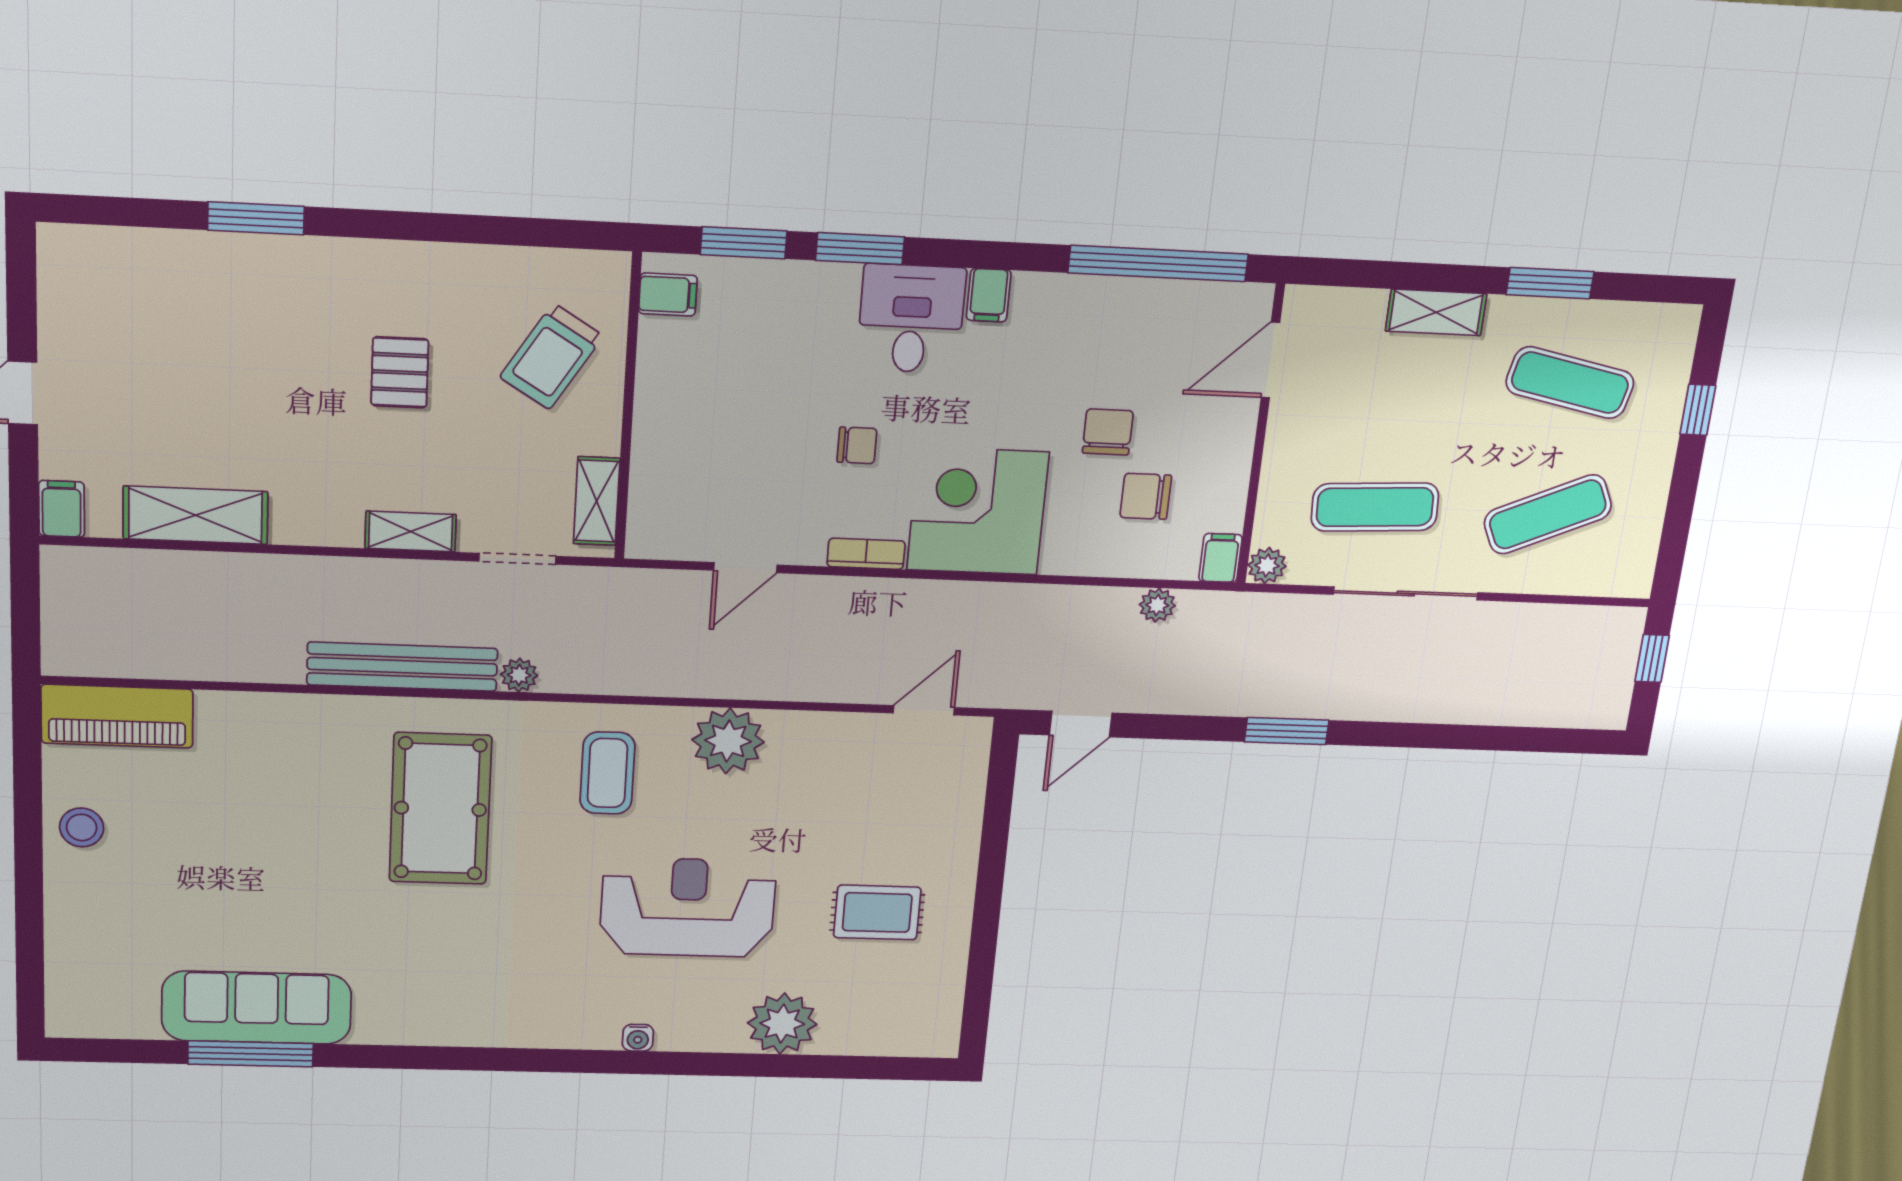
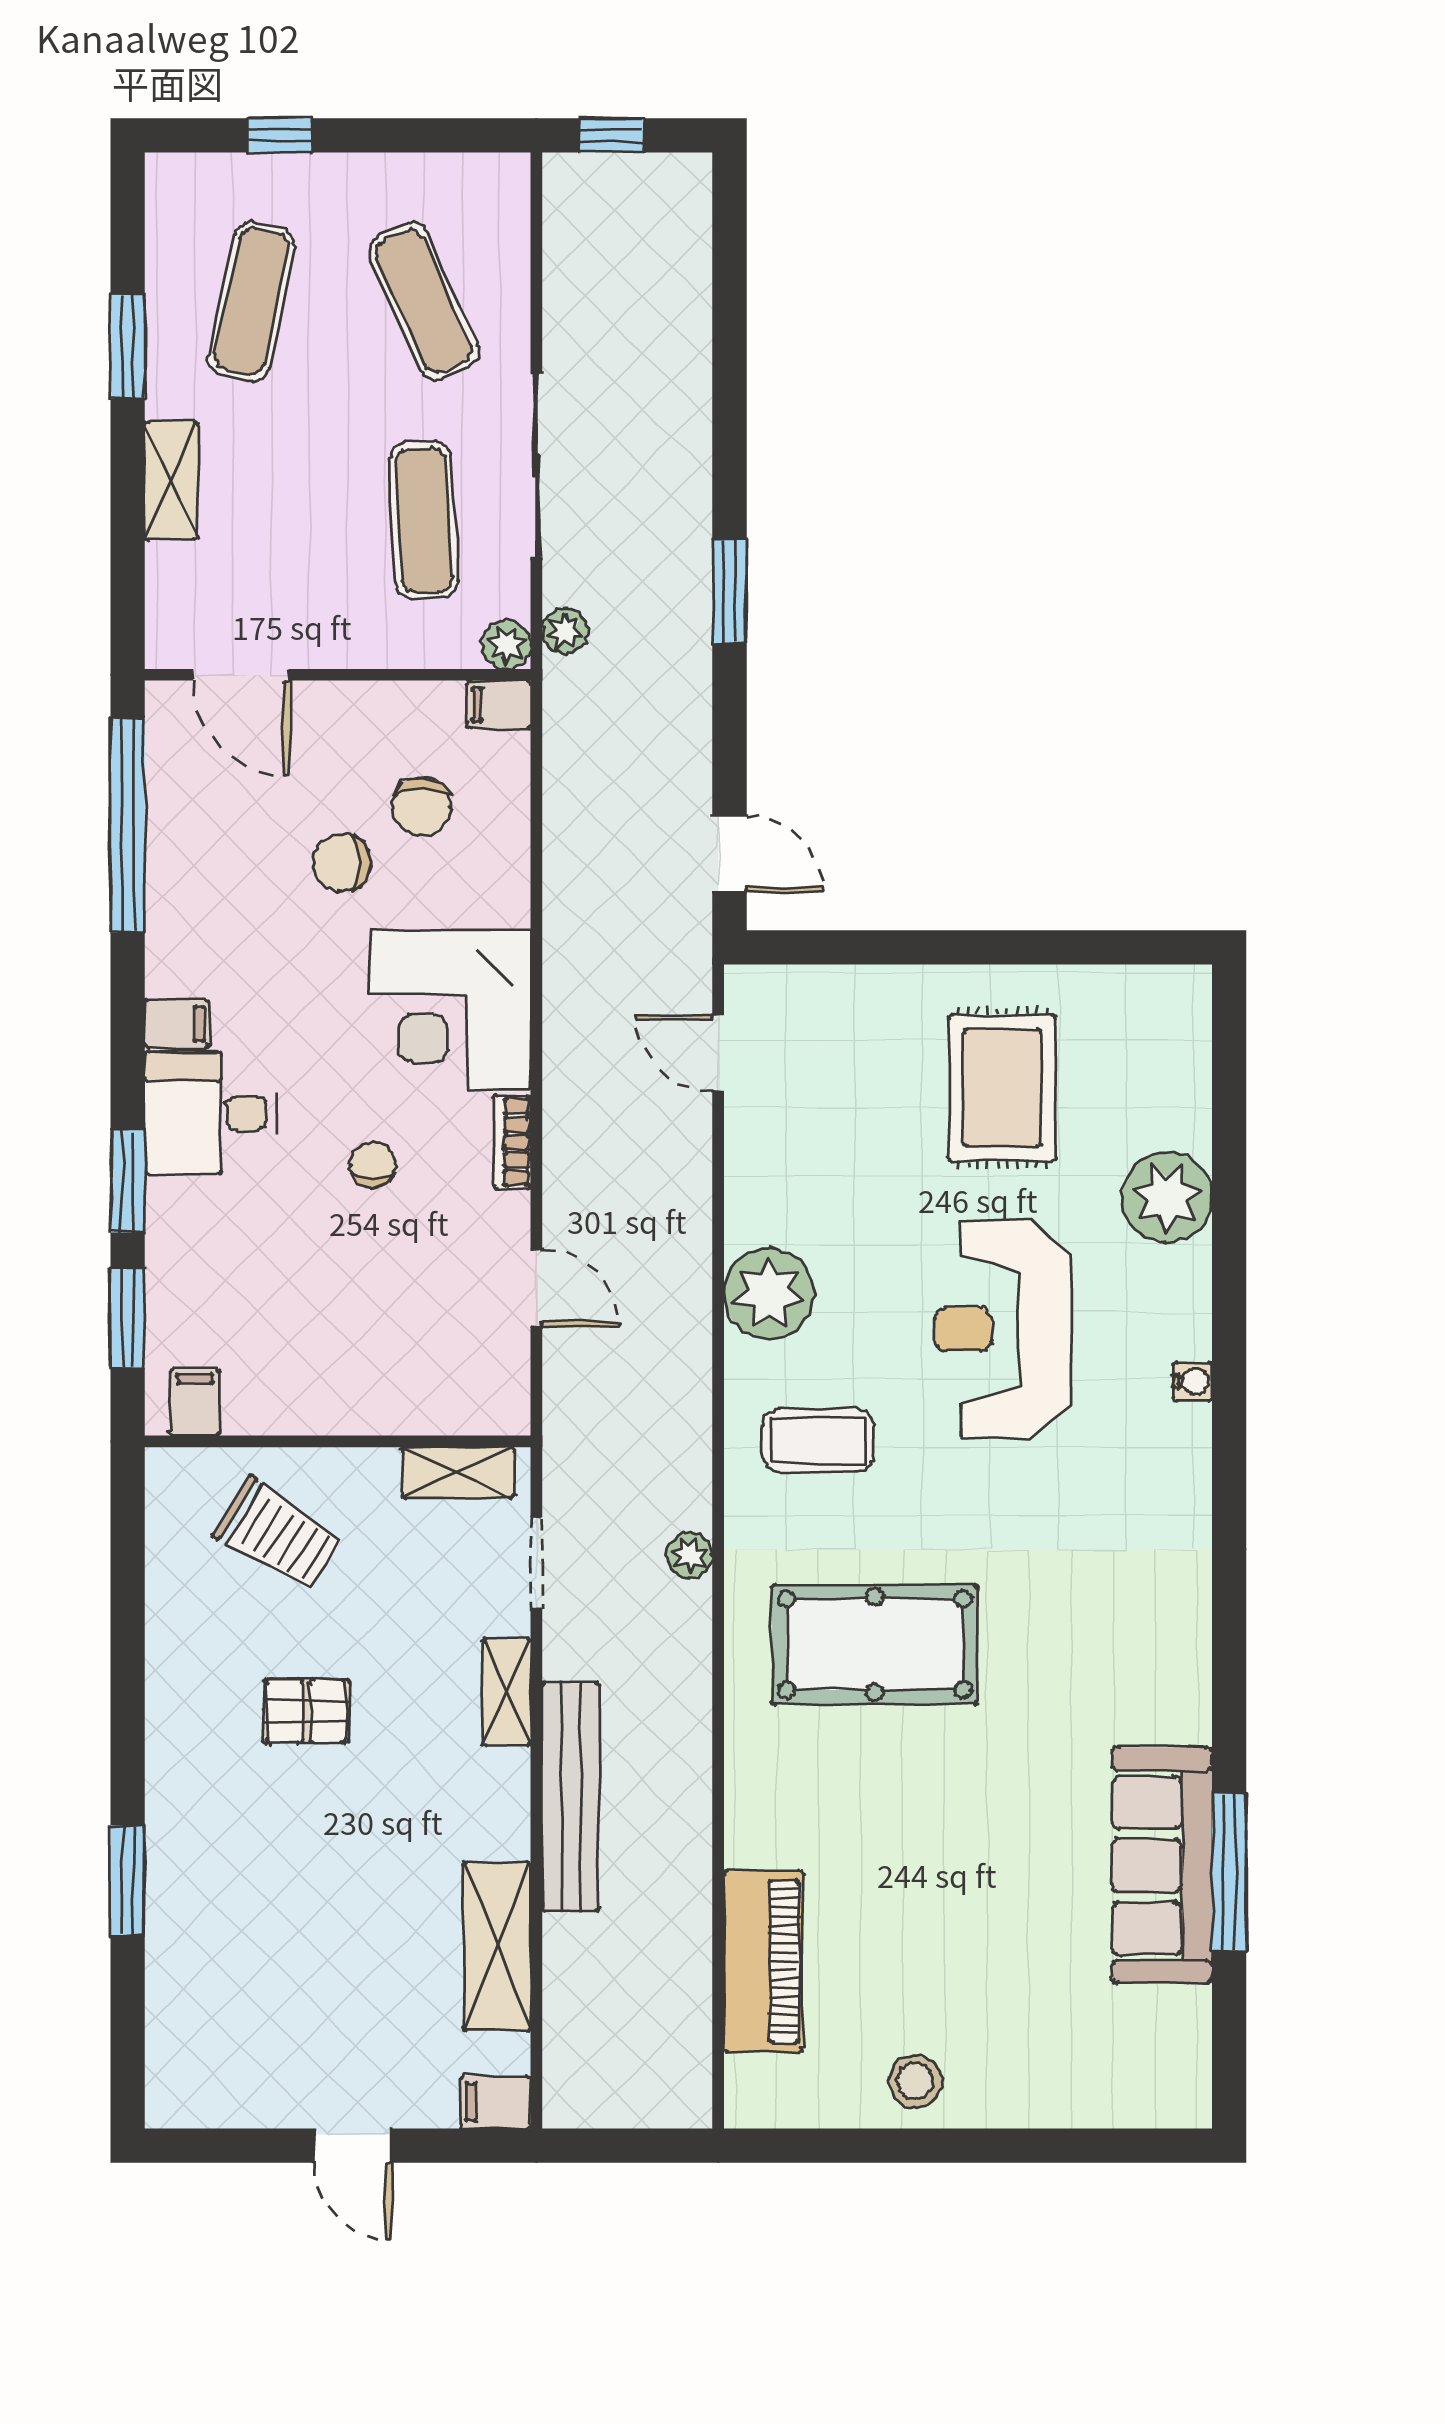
plant: (1157, 605) -> (565, 631), moved
bench: (402, 667) -> (571, 1797), moved
piano: (117, 716) -> (763, 1961), moved
rug: (877, 912) -> (1002, 1088), width x1.36, depth x1.43

